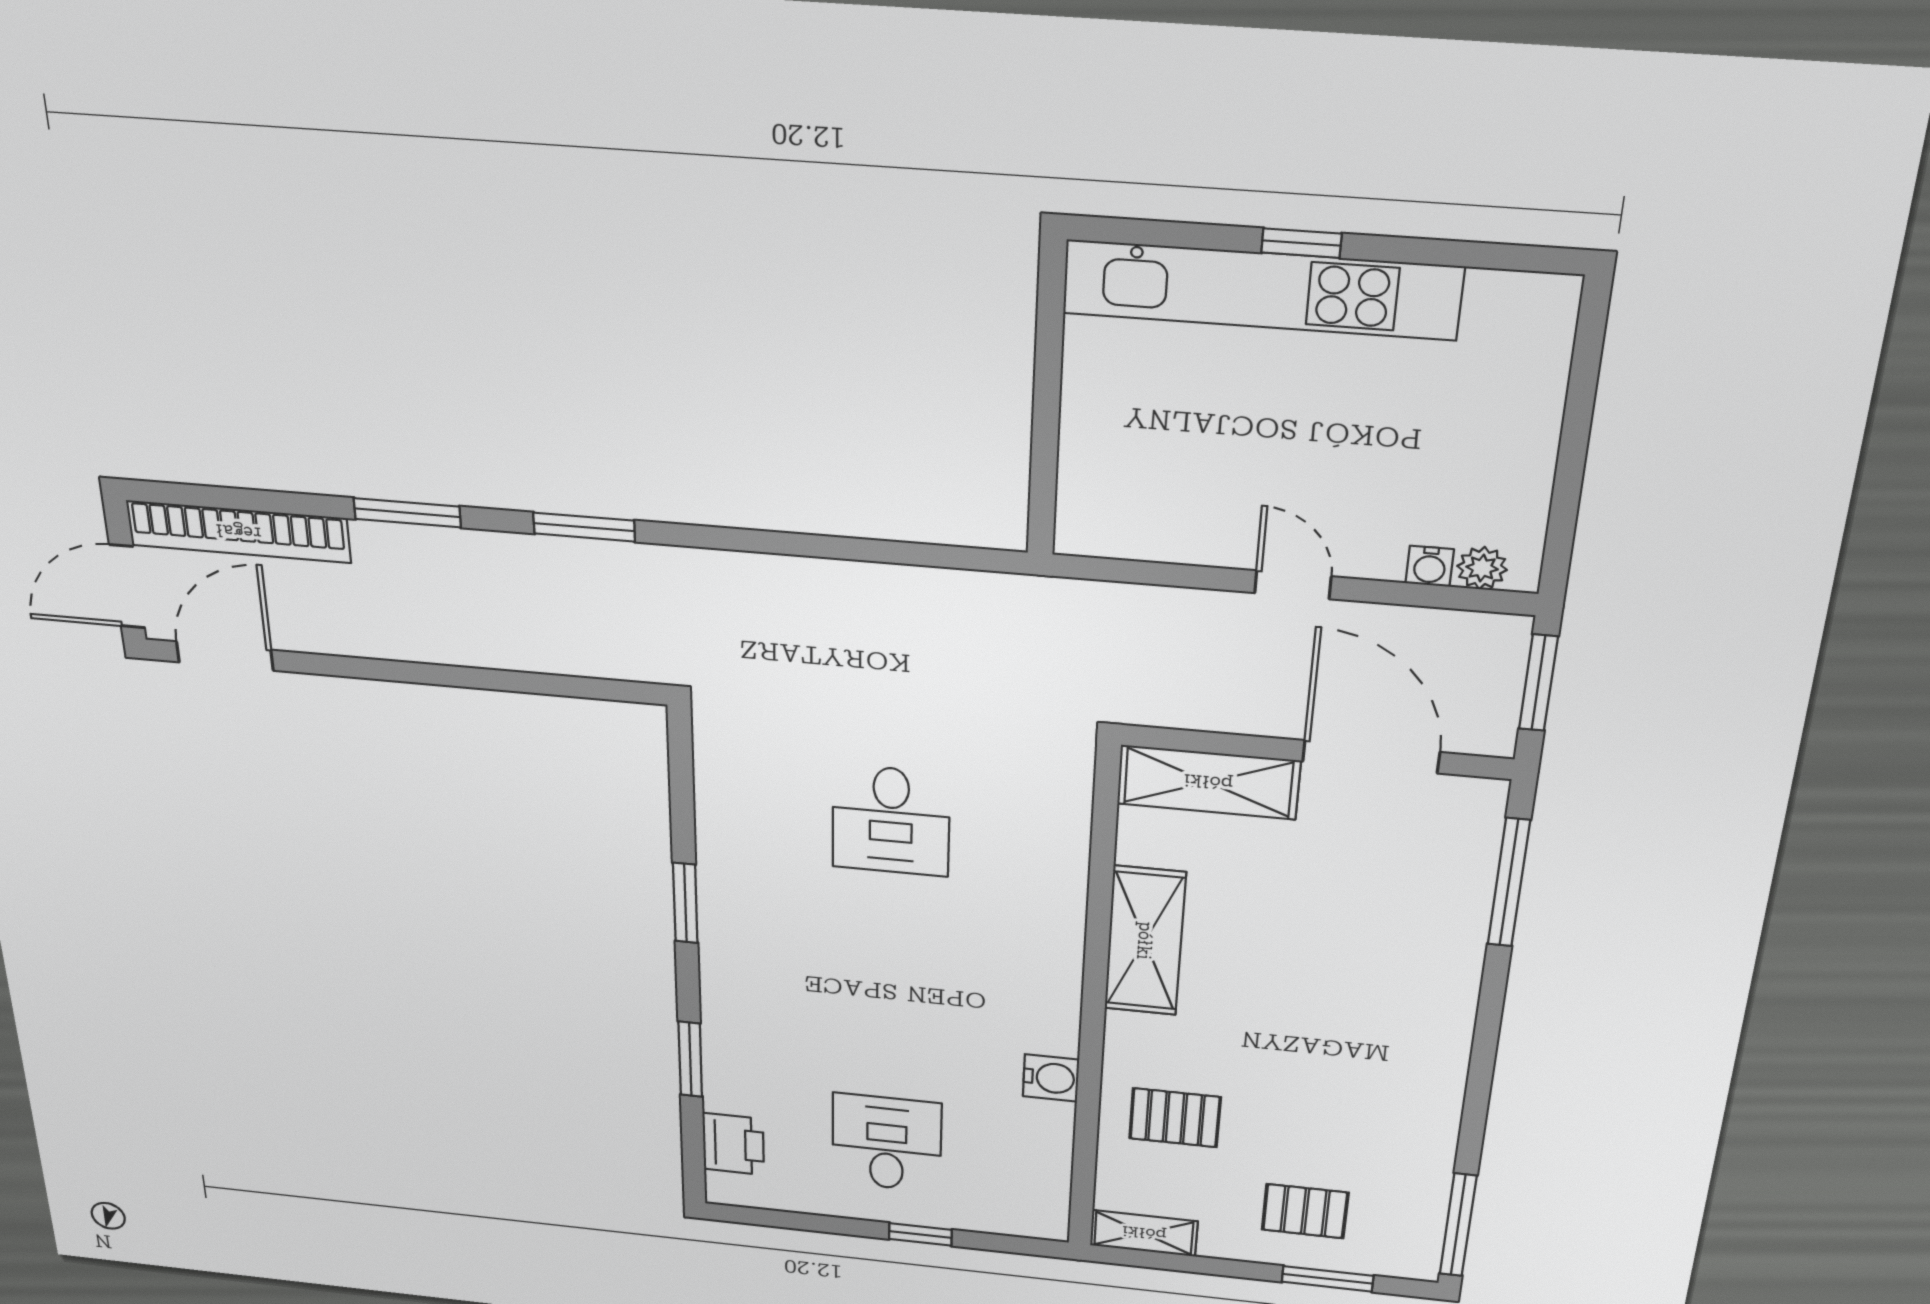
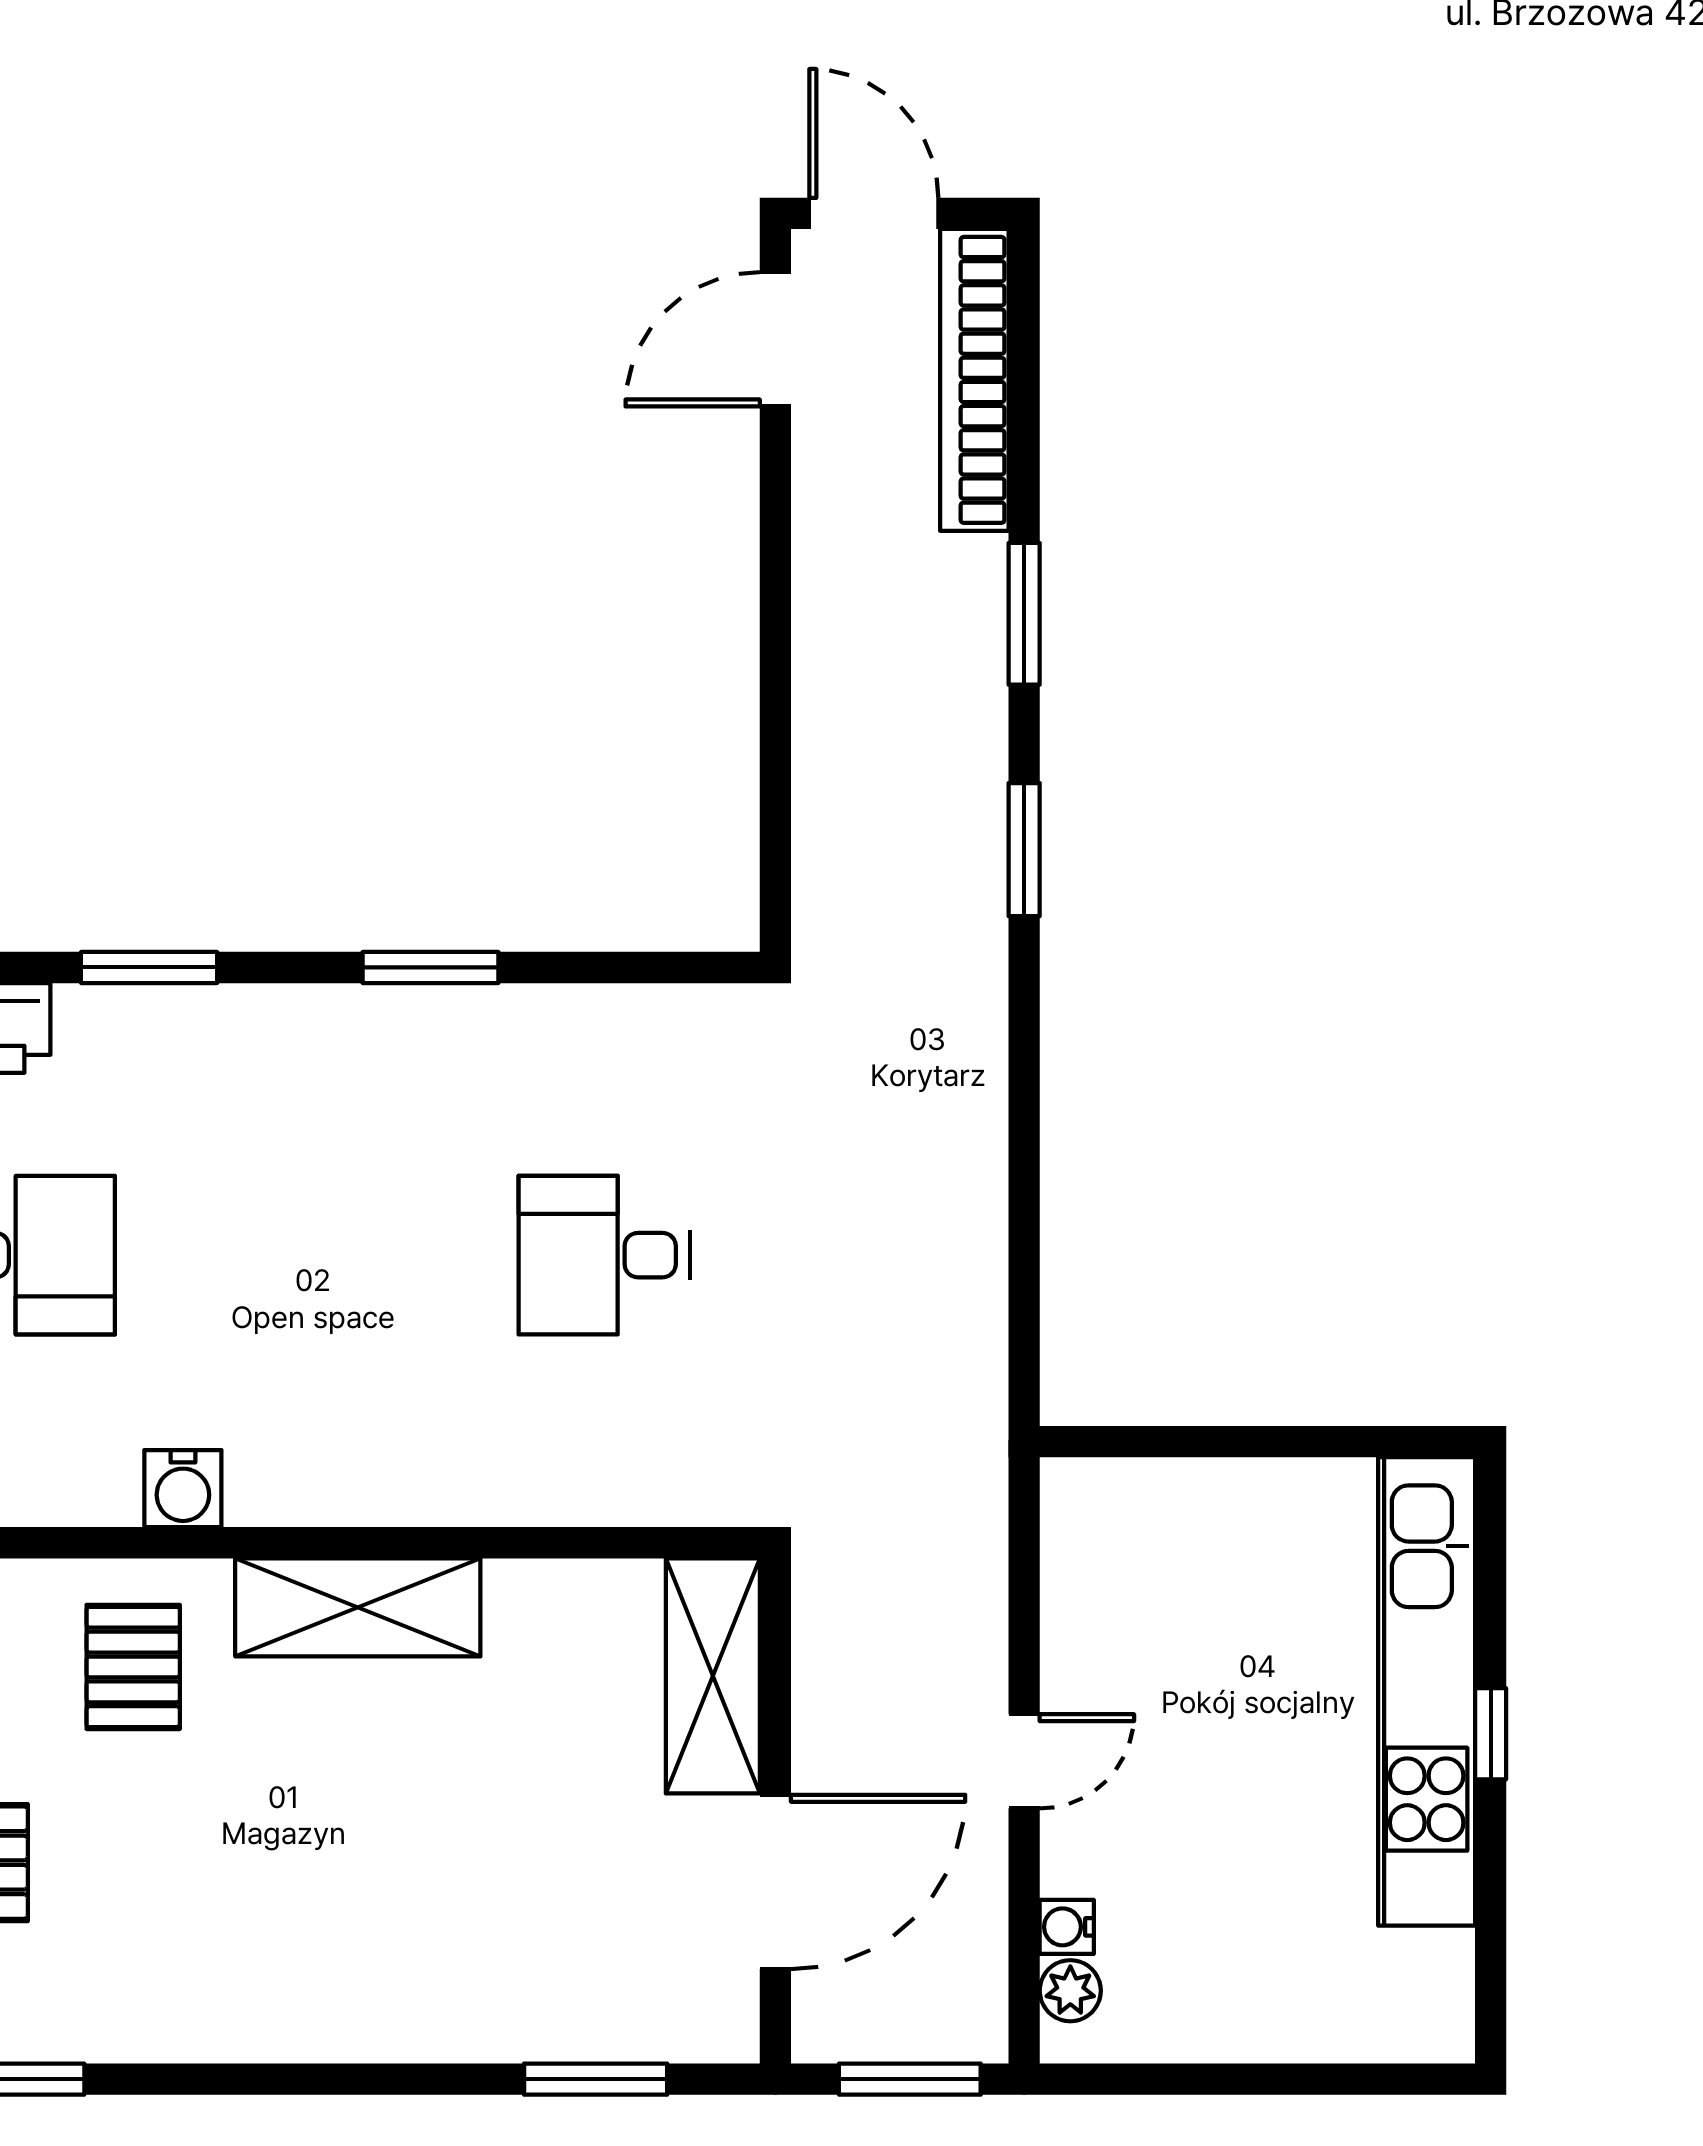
door: (225, 656) -> (775, 339), swing flipped
window: (1509, 883) -> (596, 2079), width x0.69
shelving: (1145, 941) -> (358, 1607), moved

